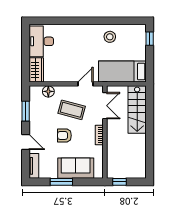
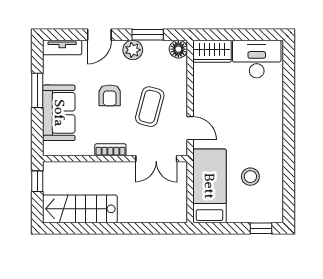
stool: (110, 37) -> (250, 177), moved
floor lamp: (48, 91) -> (178, 49), moved
stairs: (137, 110) -> (80, 209), moved
plant: (35, 121) -> (133, 50), added
armchair: (64, 135) -> (110, 95), turned 180

